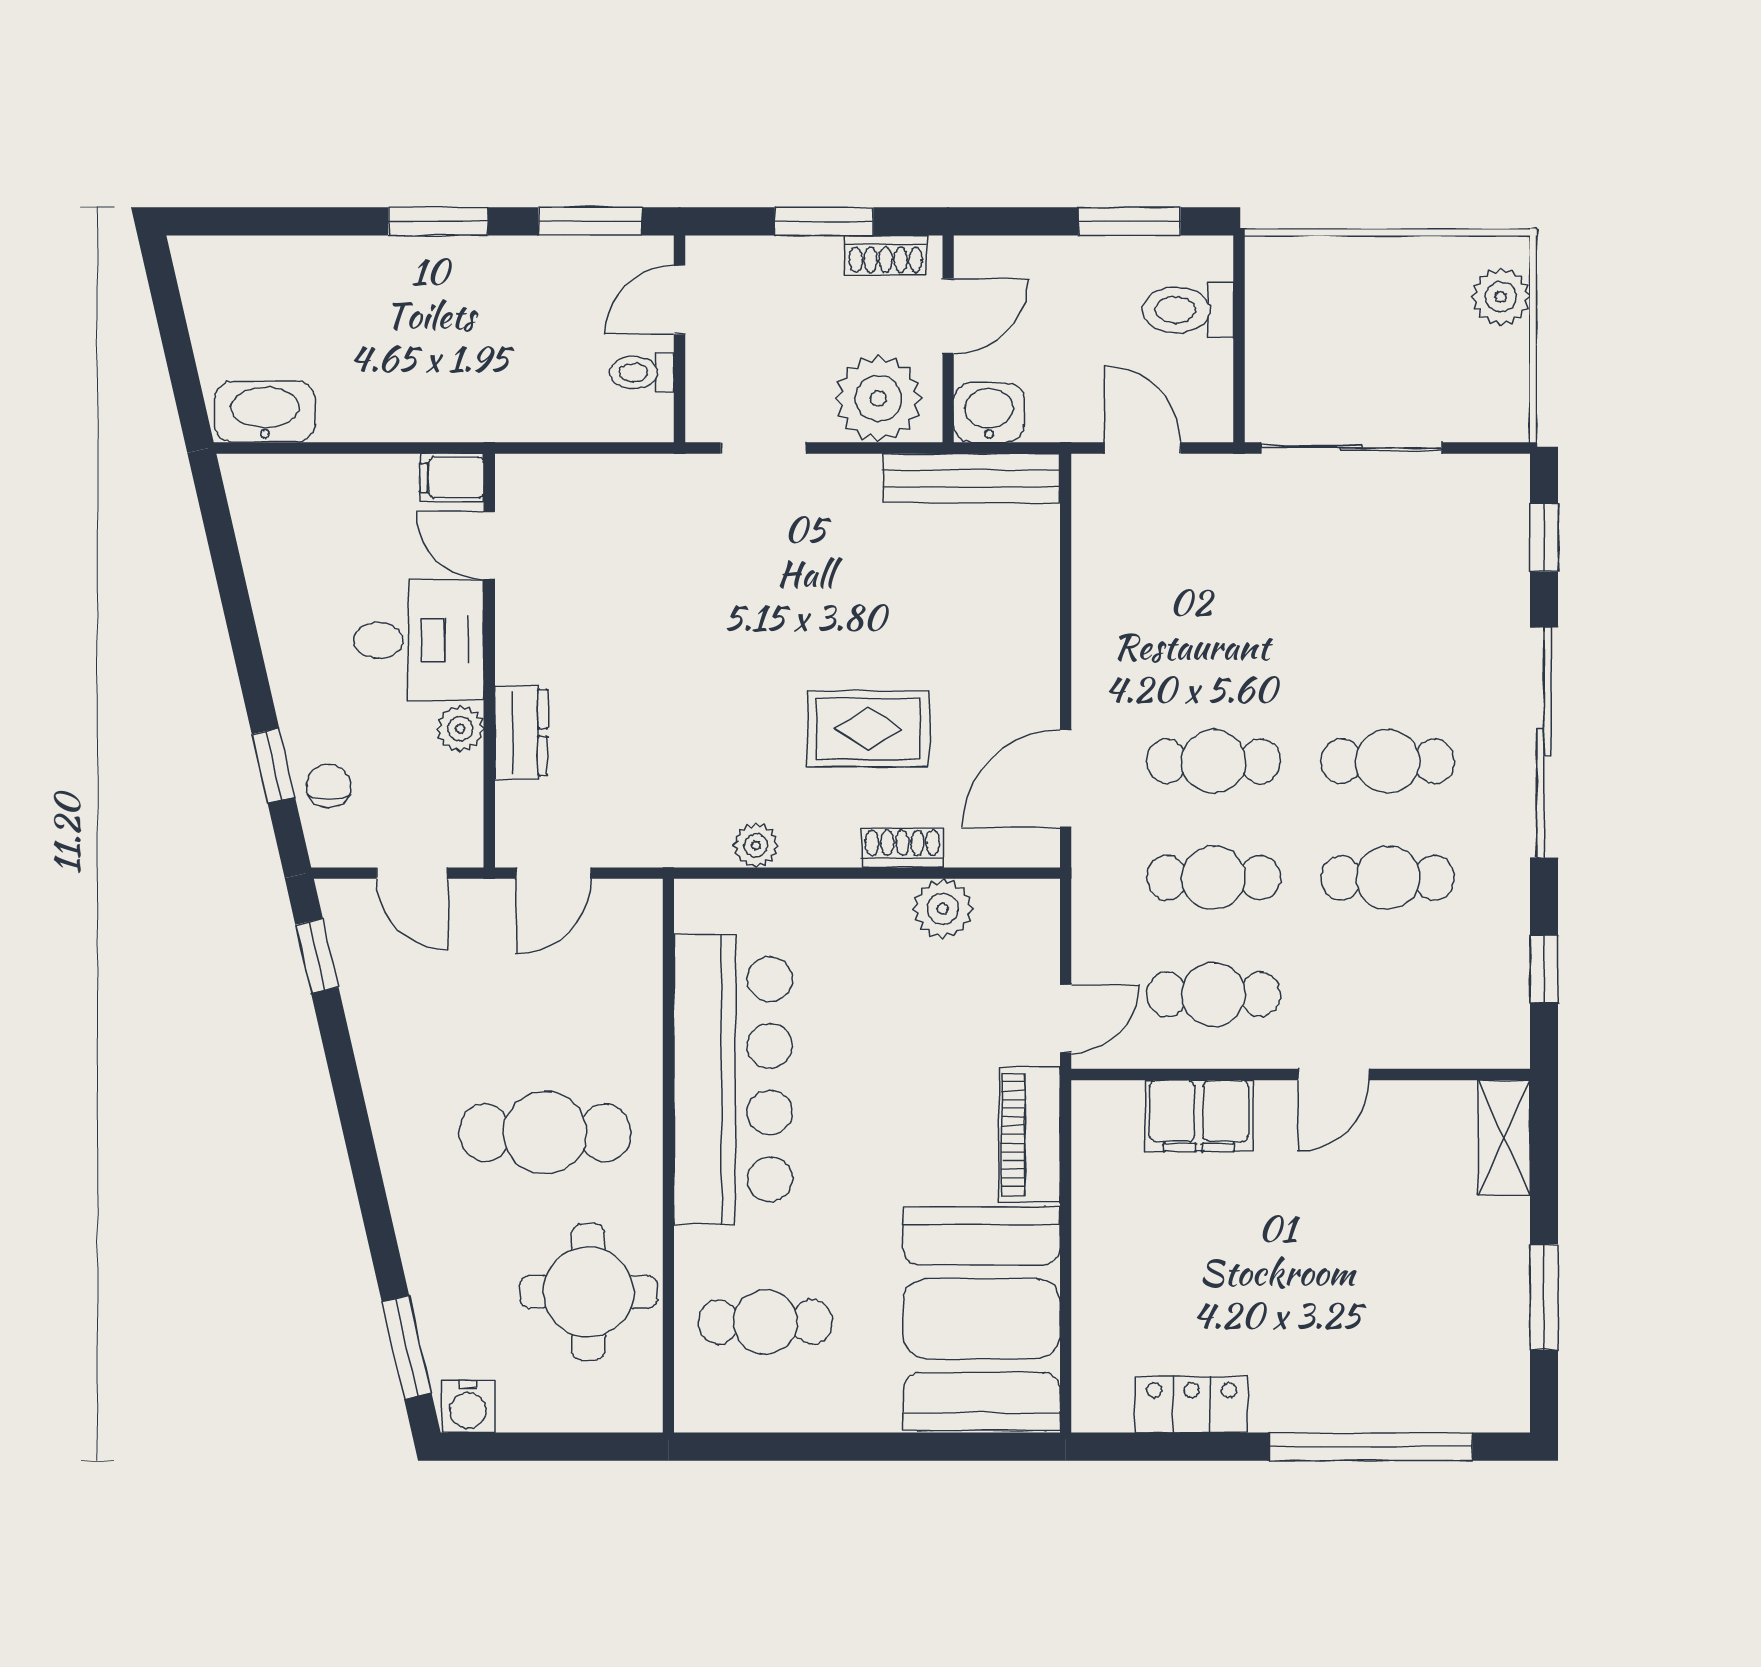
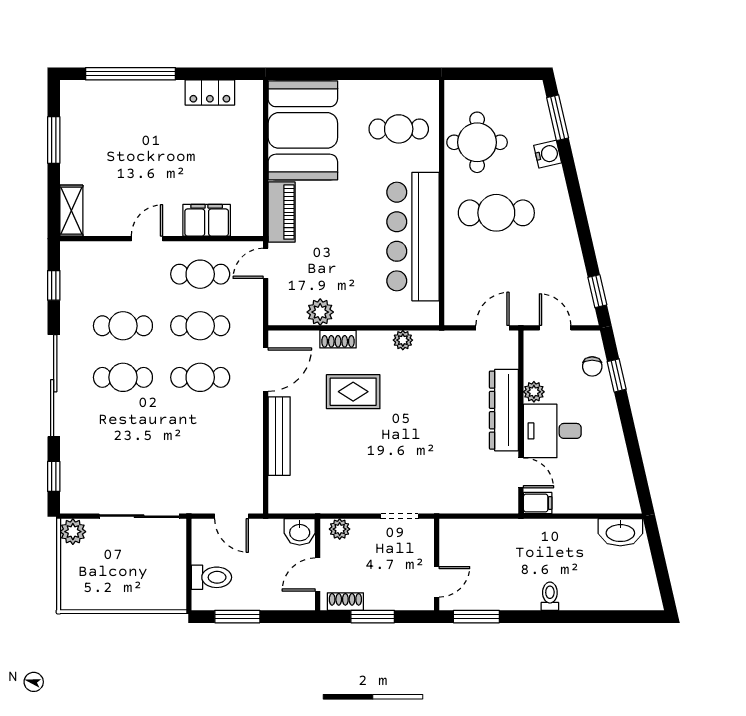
window: (438, 221) -> (544, 617), removed
plant: (1501, 297) -> (73, 532), moved
toilet: (642, 373) -> (550, 596), moved, turned -90
plant: (878, 398) -> (340, 529), width x0.53, depth x0.53
bench: (971, 478) -> (279, 436), moved, turned 90
dresser: (521, 732) -> (504, 410), width x1.96, depth x1.24
water cooler: (468, 1406) -> (548, 154), moved, turned 77

